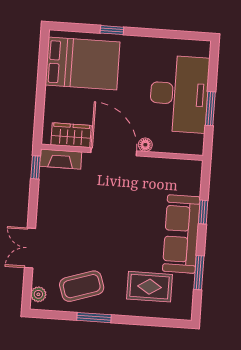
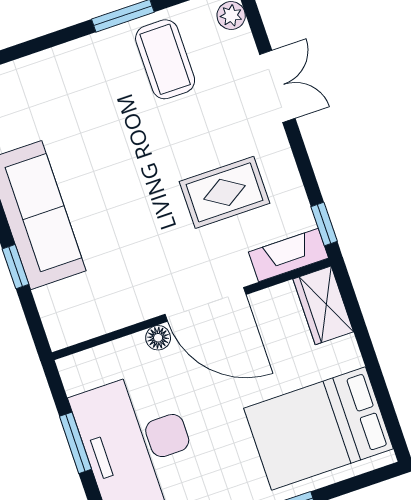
wardrobe: (71, 135) -> (323, 305), moved, turned 90
coffee table: (82, 286) -> (165, 59), turned -72
rug: (149, 287) -> (225, 192), moved

